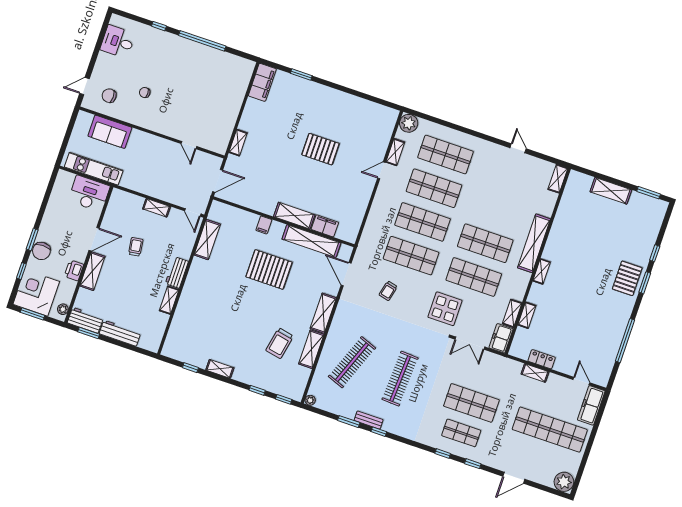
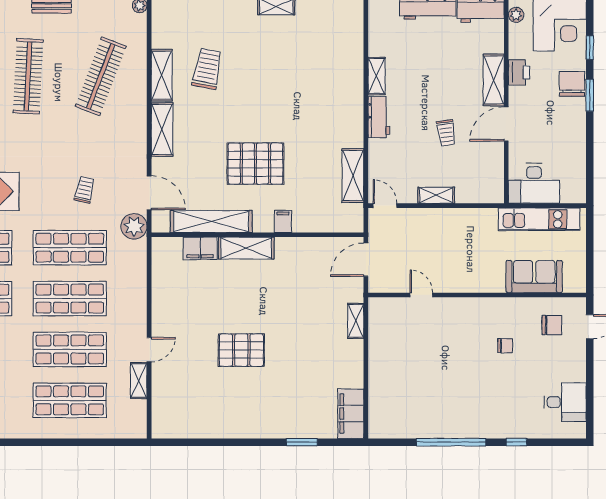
plant: (409, 123) -> (134, 226), moved

